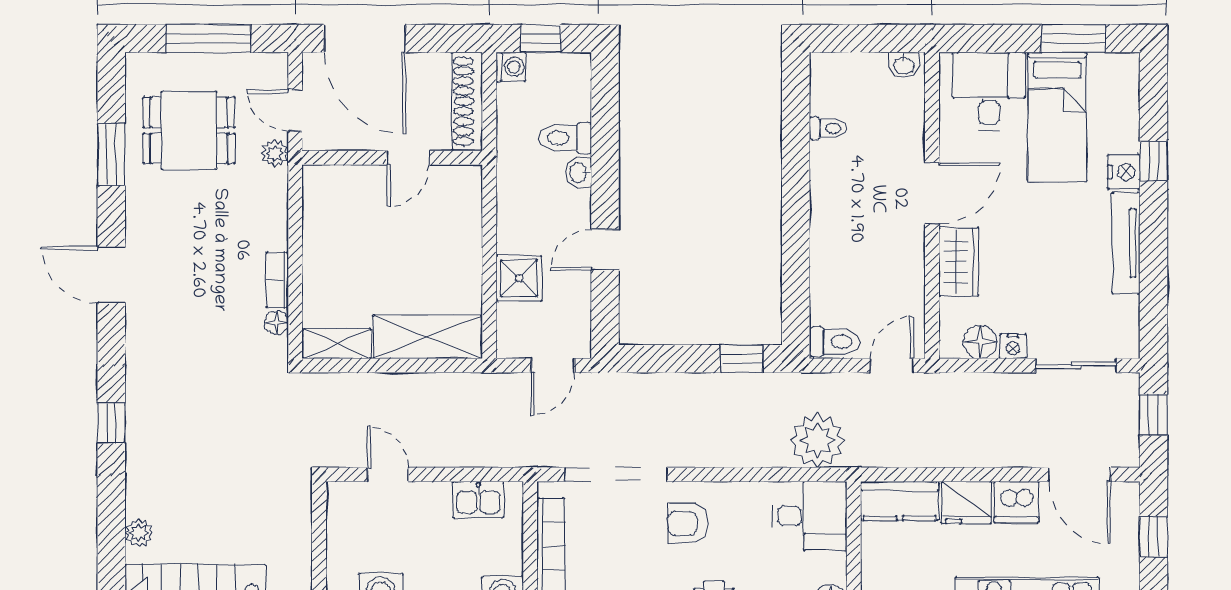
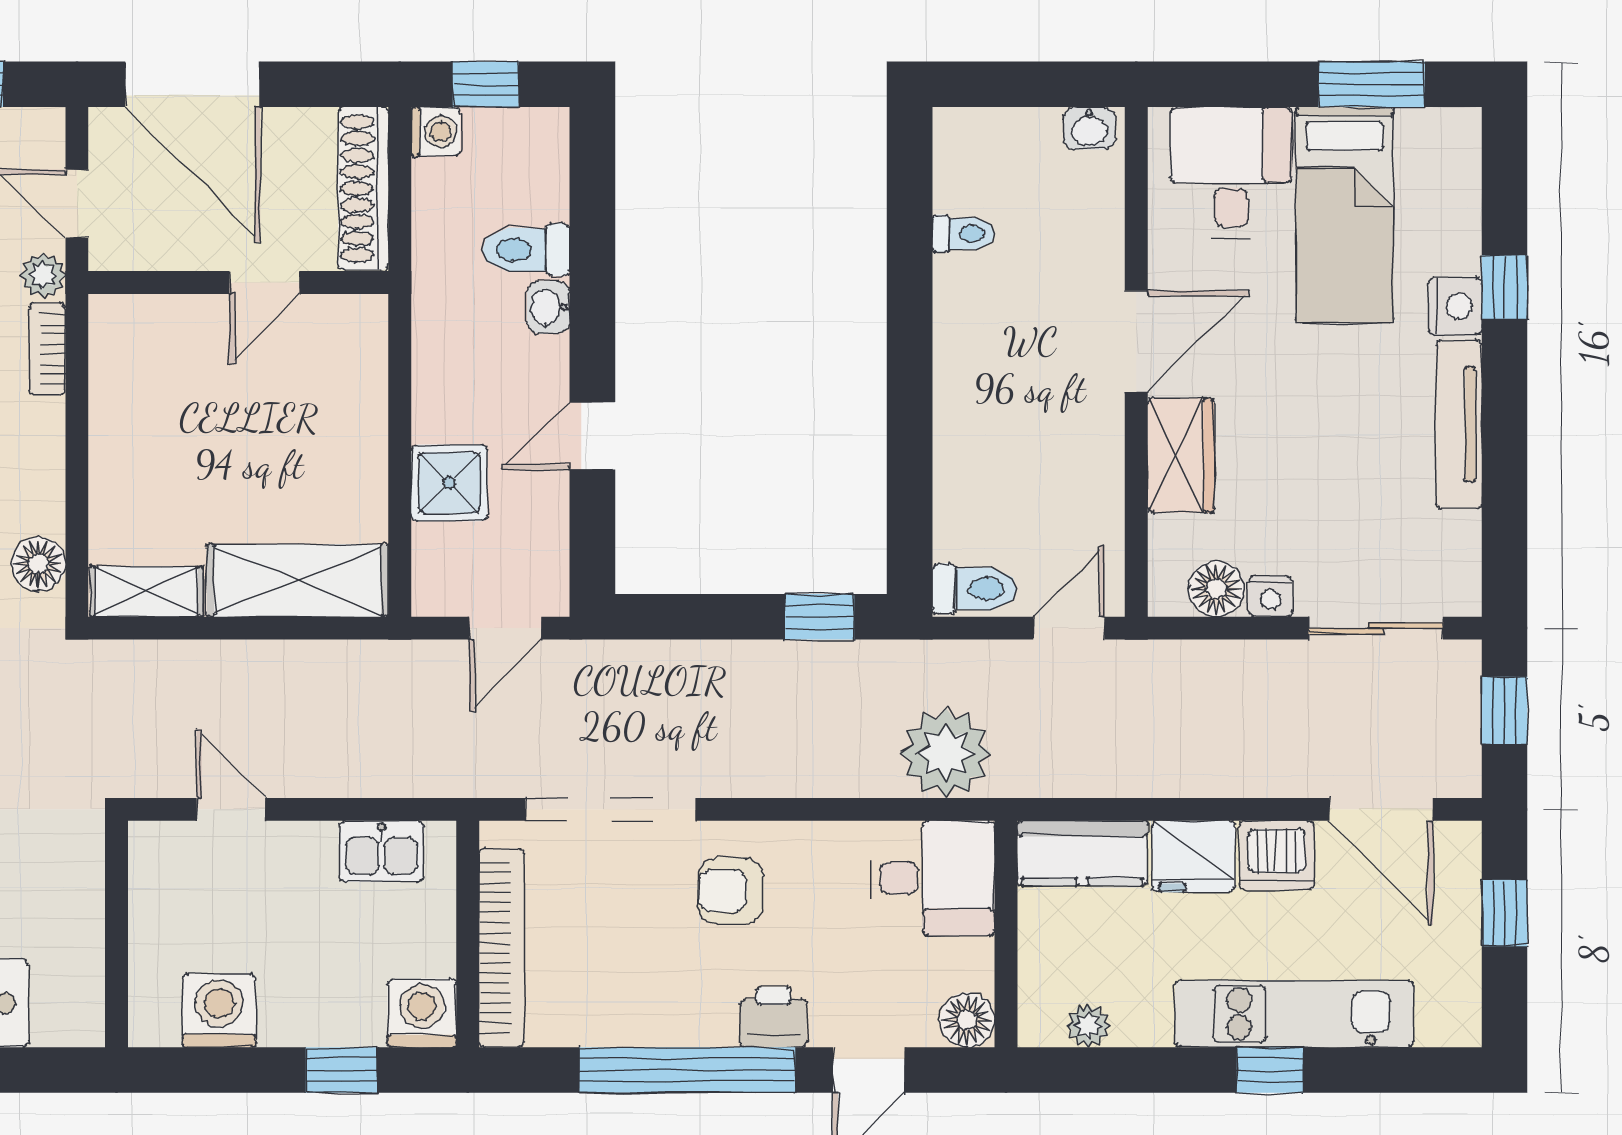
bookcase: (277, 280) -> (47, 349), moved
floor lamp: (276, 322) -> (38, 564), width x1.37, depth x1.37

